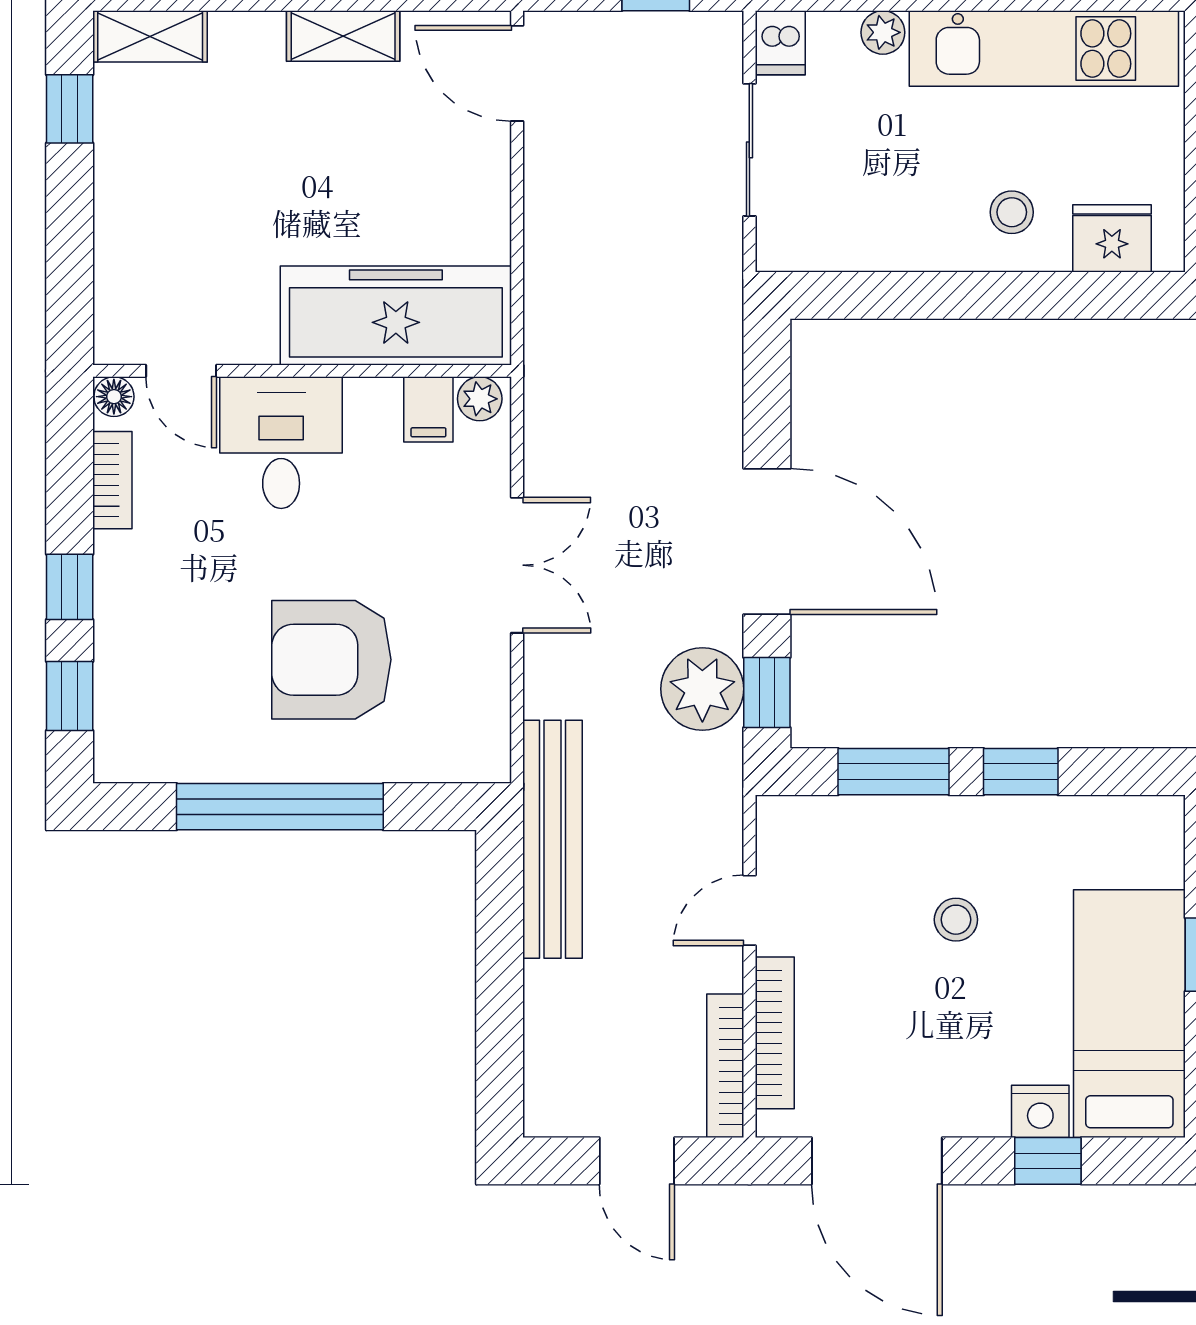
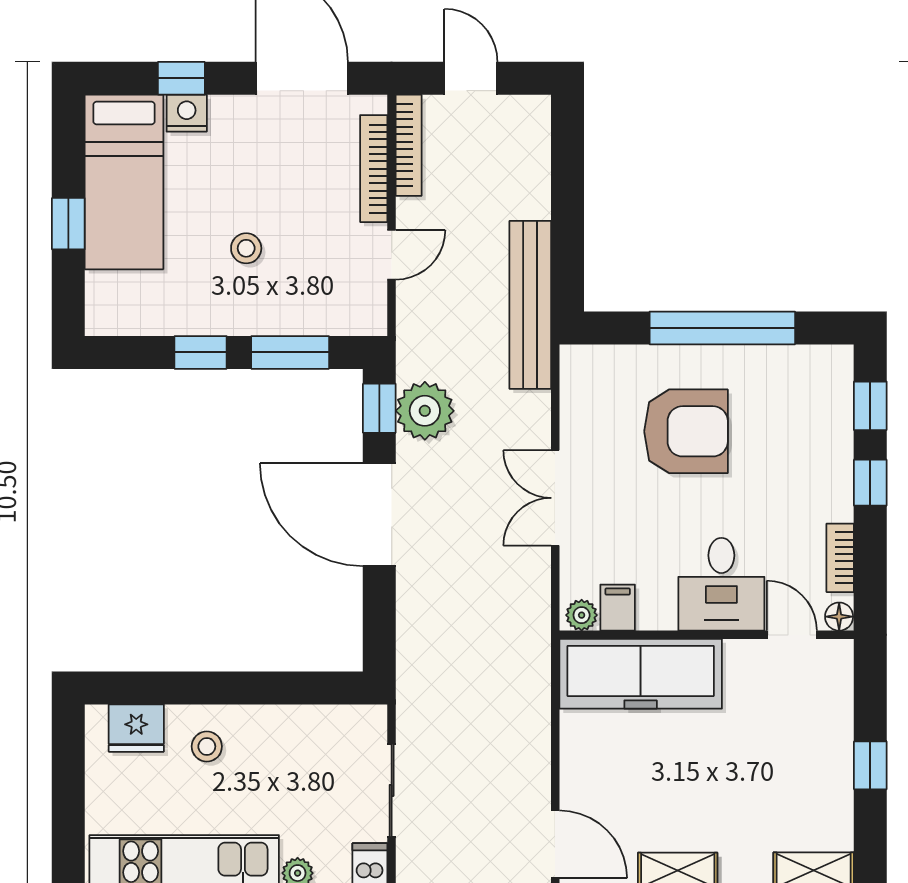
window: (70, 109) -> (870, 765), moved

